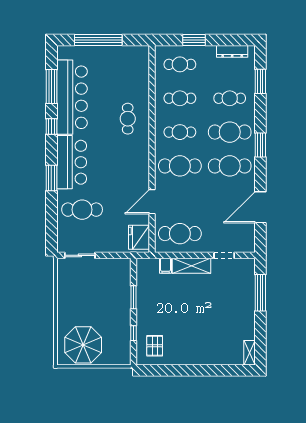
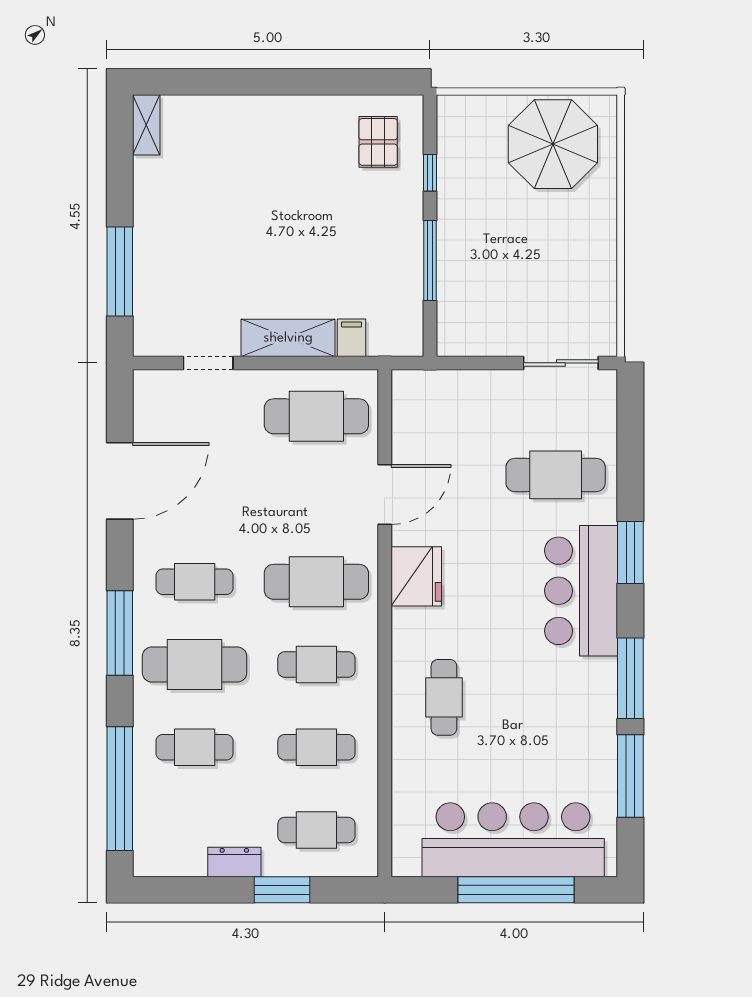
dresser: (232, 51) -> (234, 862), moved, width x0.70
window: (260, 81) -> (120, 789), width x2.11
bar counter: (72, 97) -> (513, 840), moved, turned 90
window: (51, 126) -> (630, 678), width x2.17
window: (260, 145) -> (120, 633), width x1.44
cafe table: (230, 166) -> (195, 582), width x0.73, depth x0.74
fridge: (139, 237) -> (416, 576), moved
window: (133, 297) -> (430, 260), width x1.44

